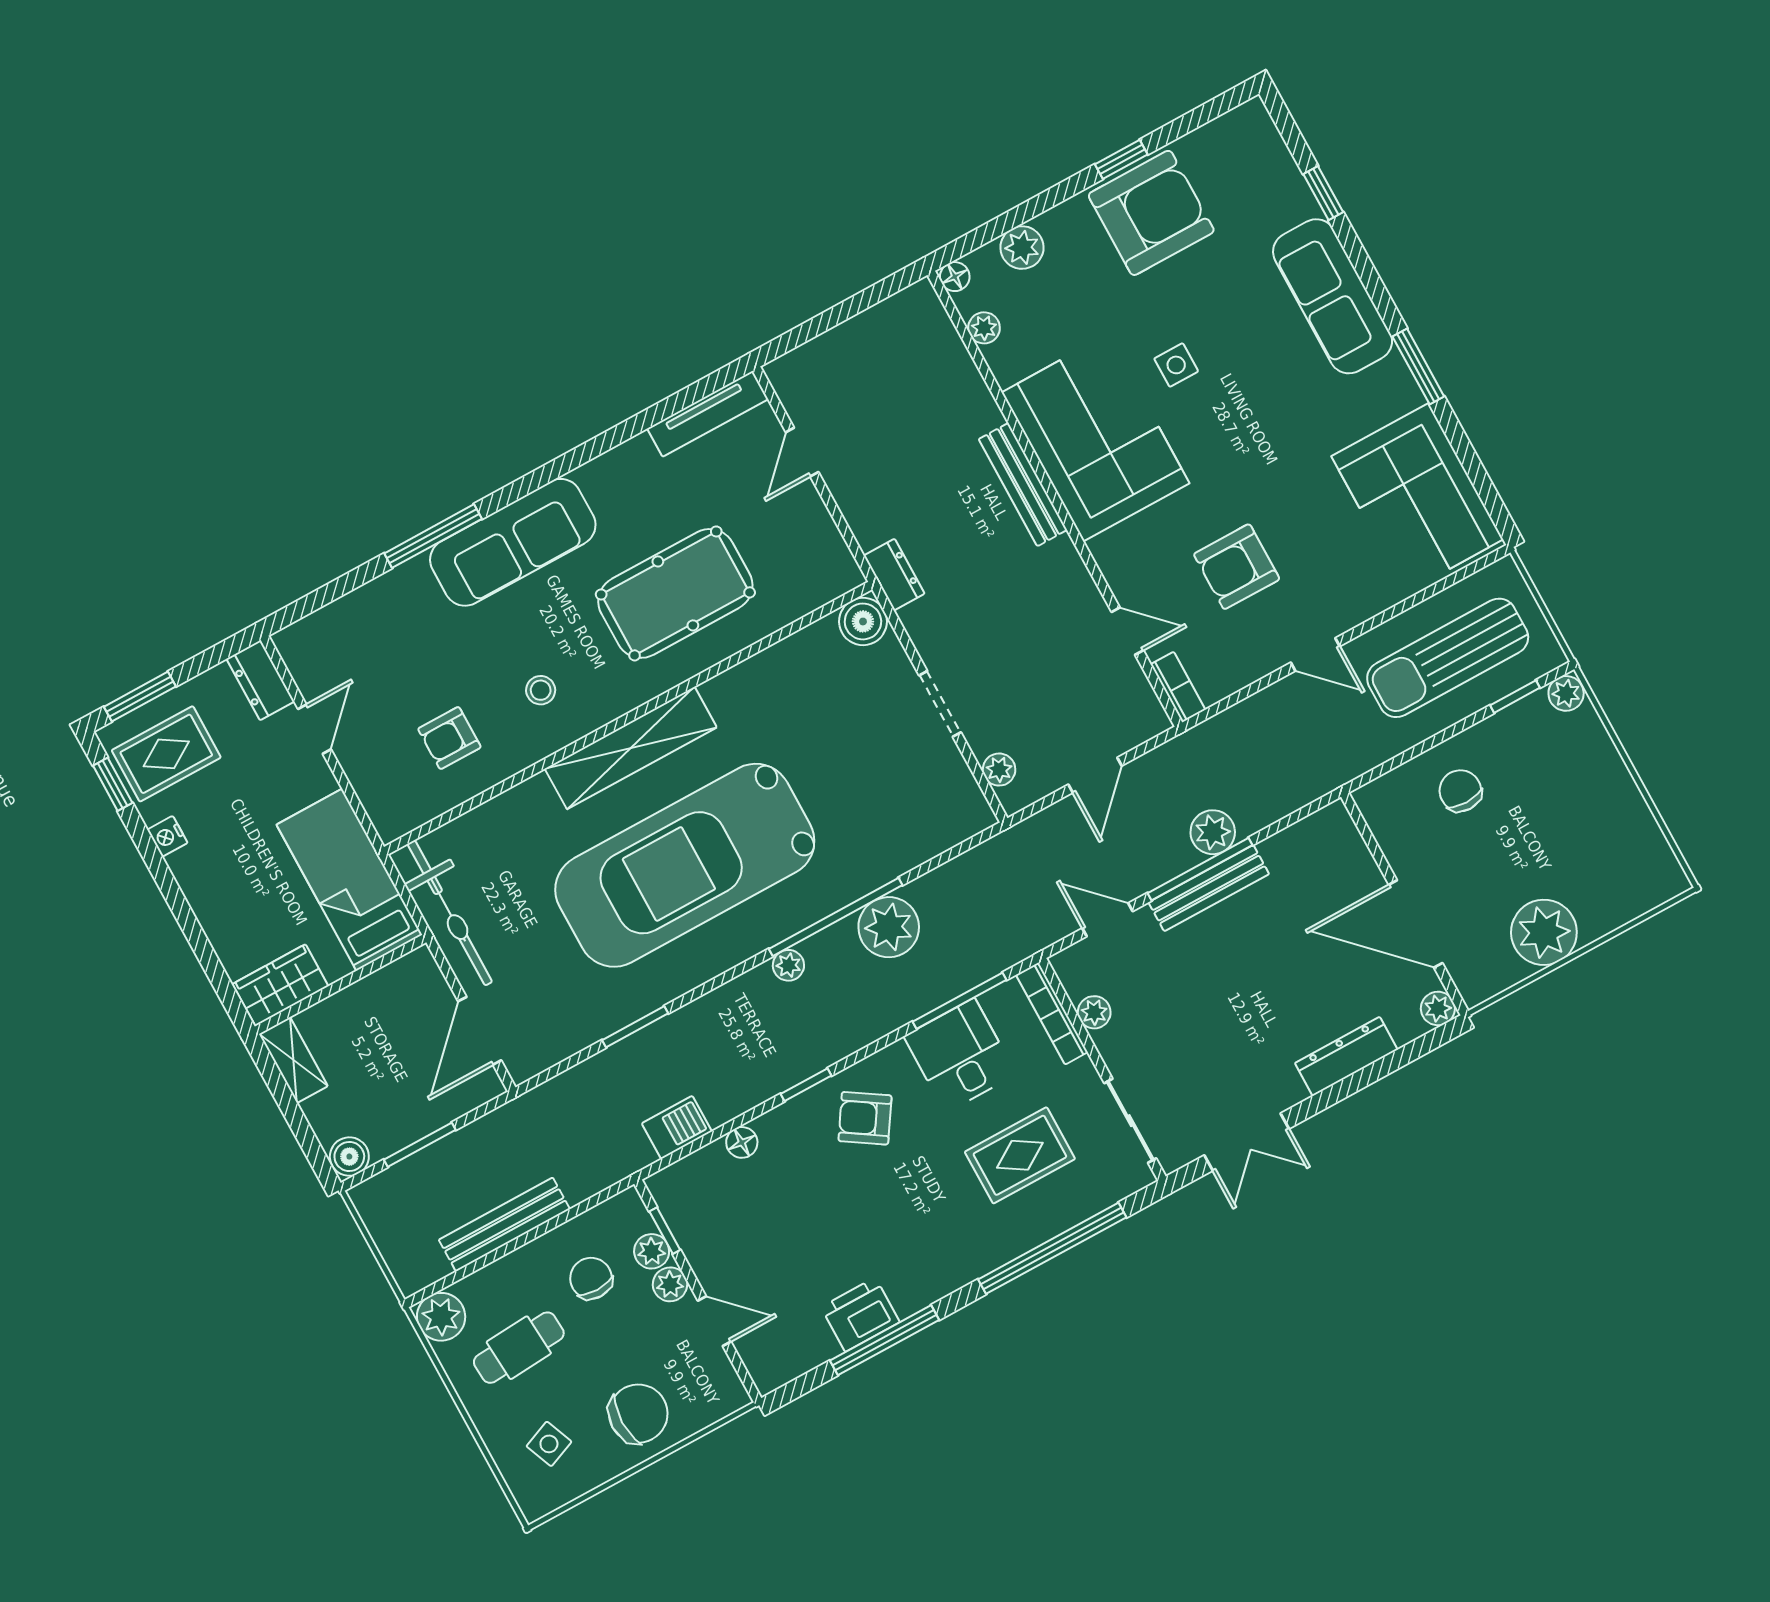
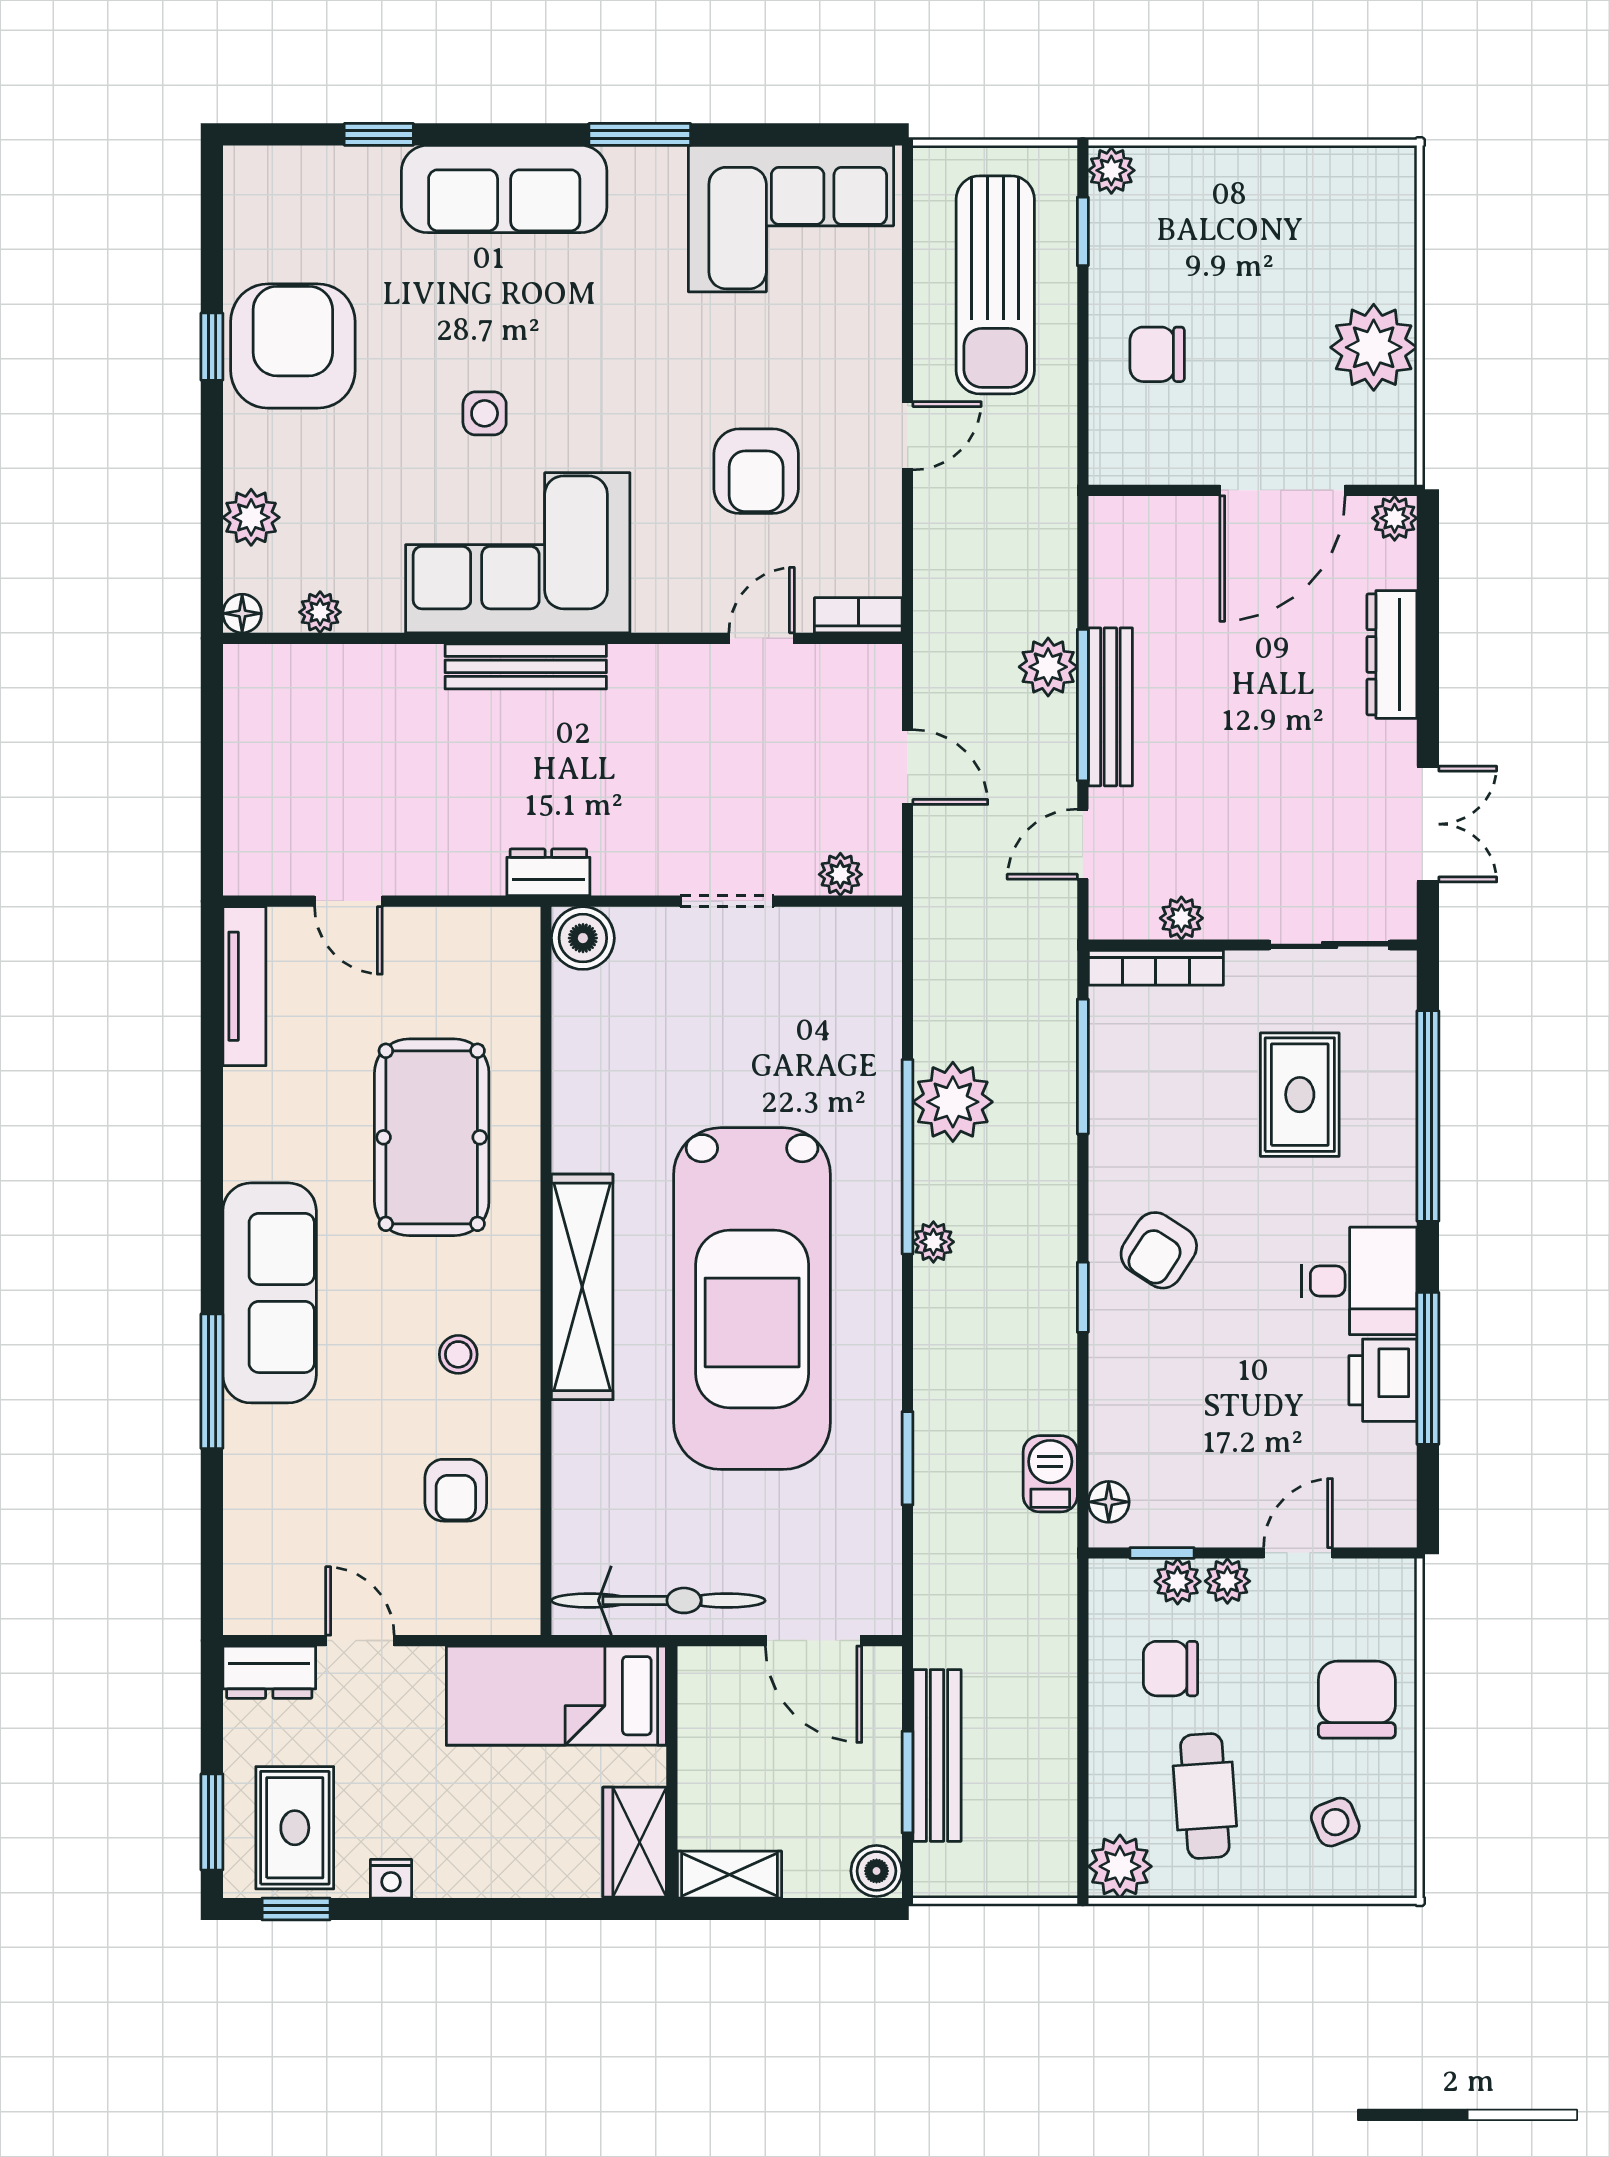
desk: (960, 1055) -> (1359, 1281), moved, turned 180
floor lamp: (742, 1142) -> (1109, 1502), moved
bench: (504, 1224) -> (937, 1755), moved

